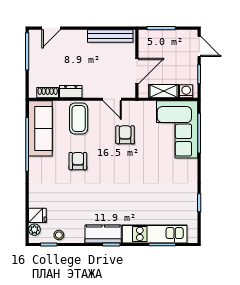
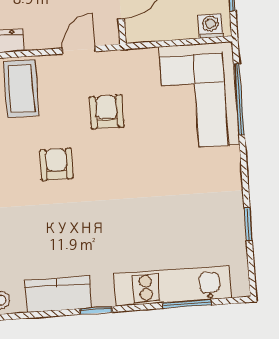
shelving: (164, 91) -> (170, 29), removed
door: (112, 99) -> (79, 50), swing flipped
armchair: (78, 161) -> (56, 164), moved
kitchen counter: (103, 234) -> (58, 294), moved

